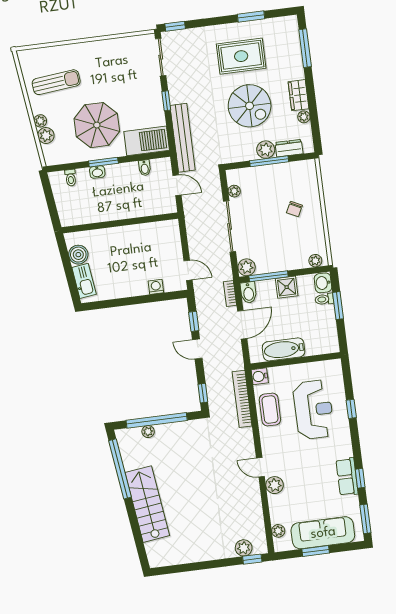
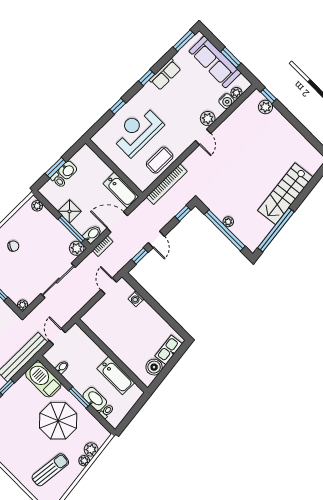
sun lounger: (56, 82) -> (50, 470), turned 102
washbasin: (97, 172) -> (95, 399), width x1.91, depth x1.45
plant: (234, 191) -> (23, 305), moved
bathtub: (98, 212) -> (116, 376), added
washbasin: (323, 283) -> (68, 170), moved
bathtub: (284, 349) -> (121, 190), moved
water cooler: (260, 376) -> (226, 101), moved
plant: (148, 432) -> (228, 222), moved
window: (360, 478) -> (147, 78), moved

